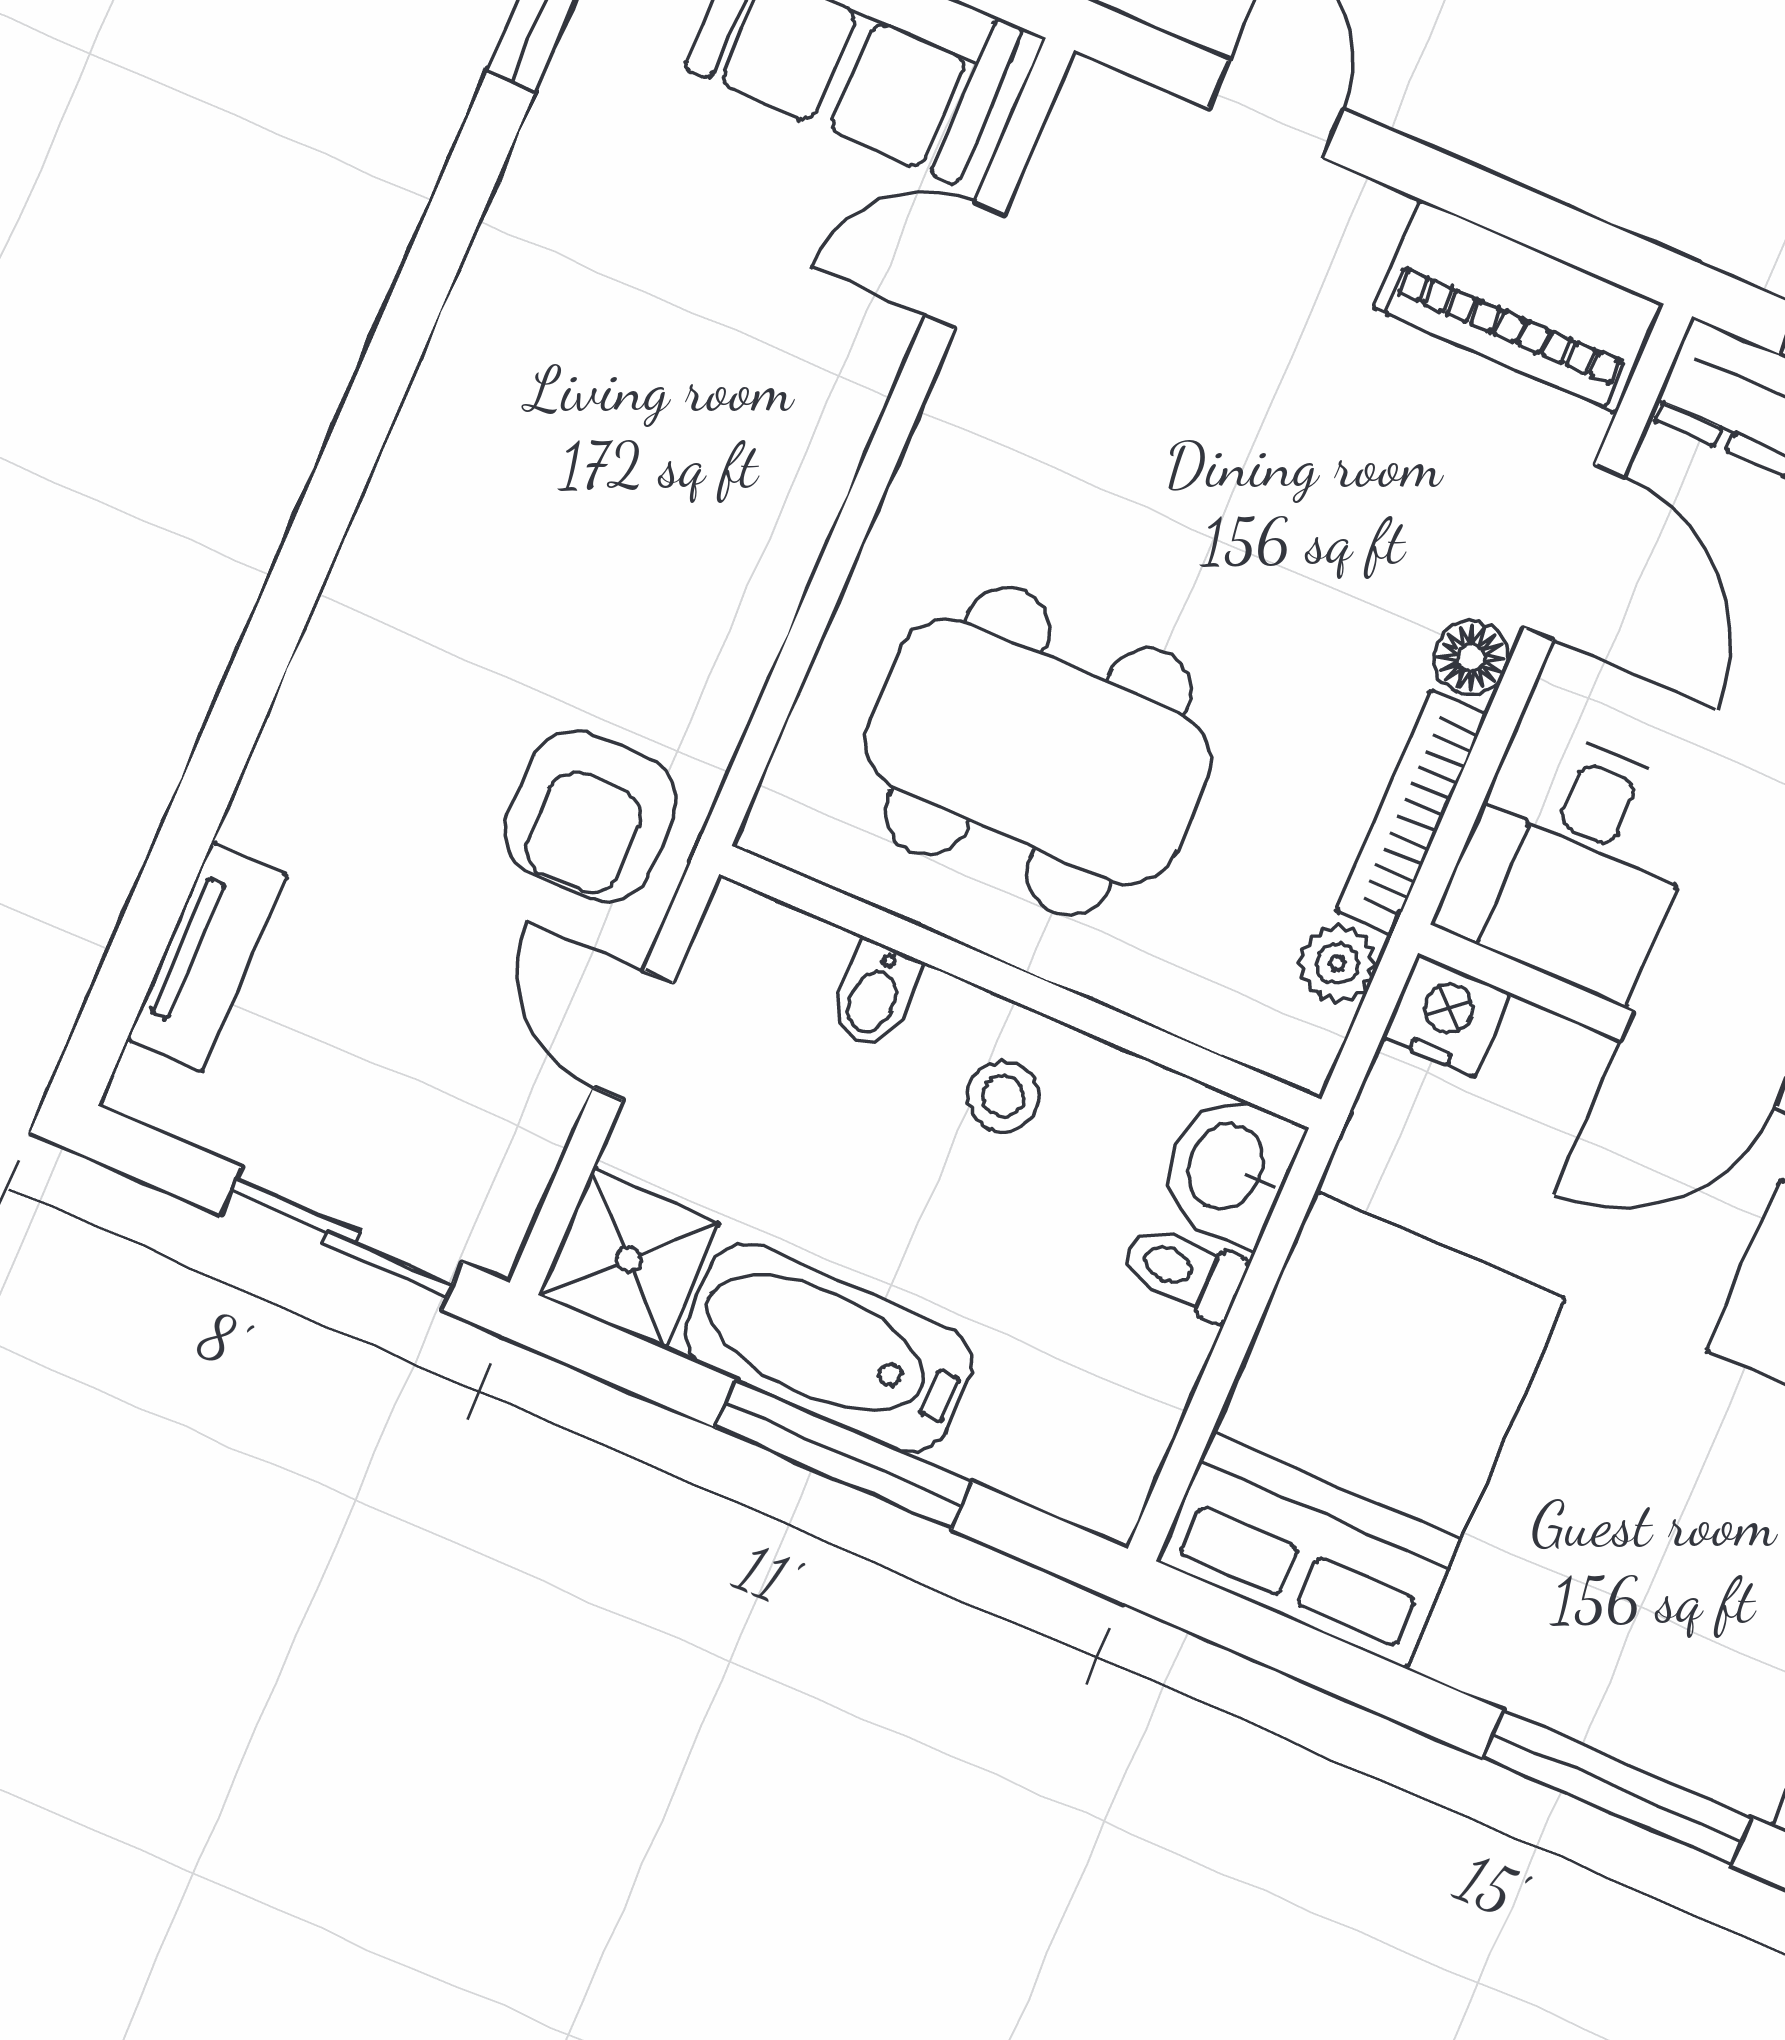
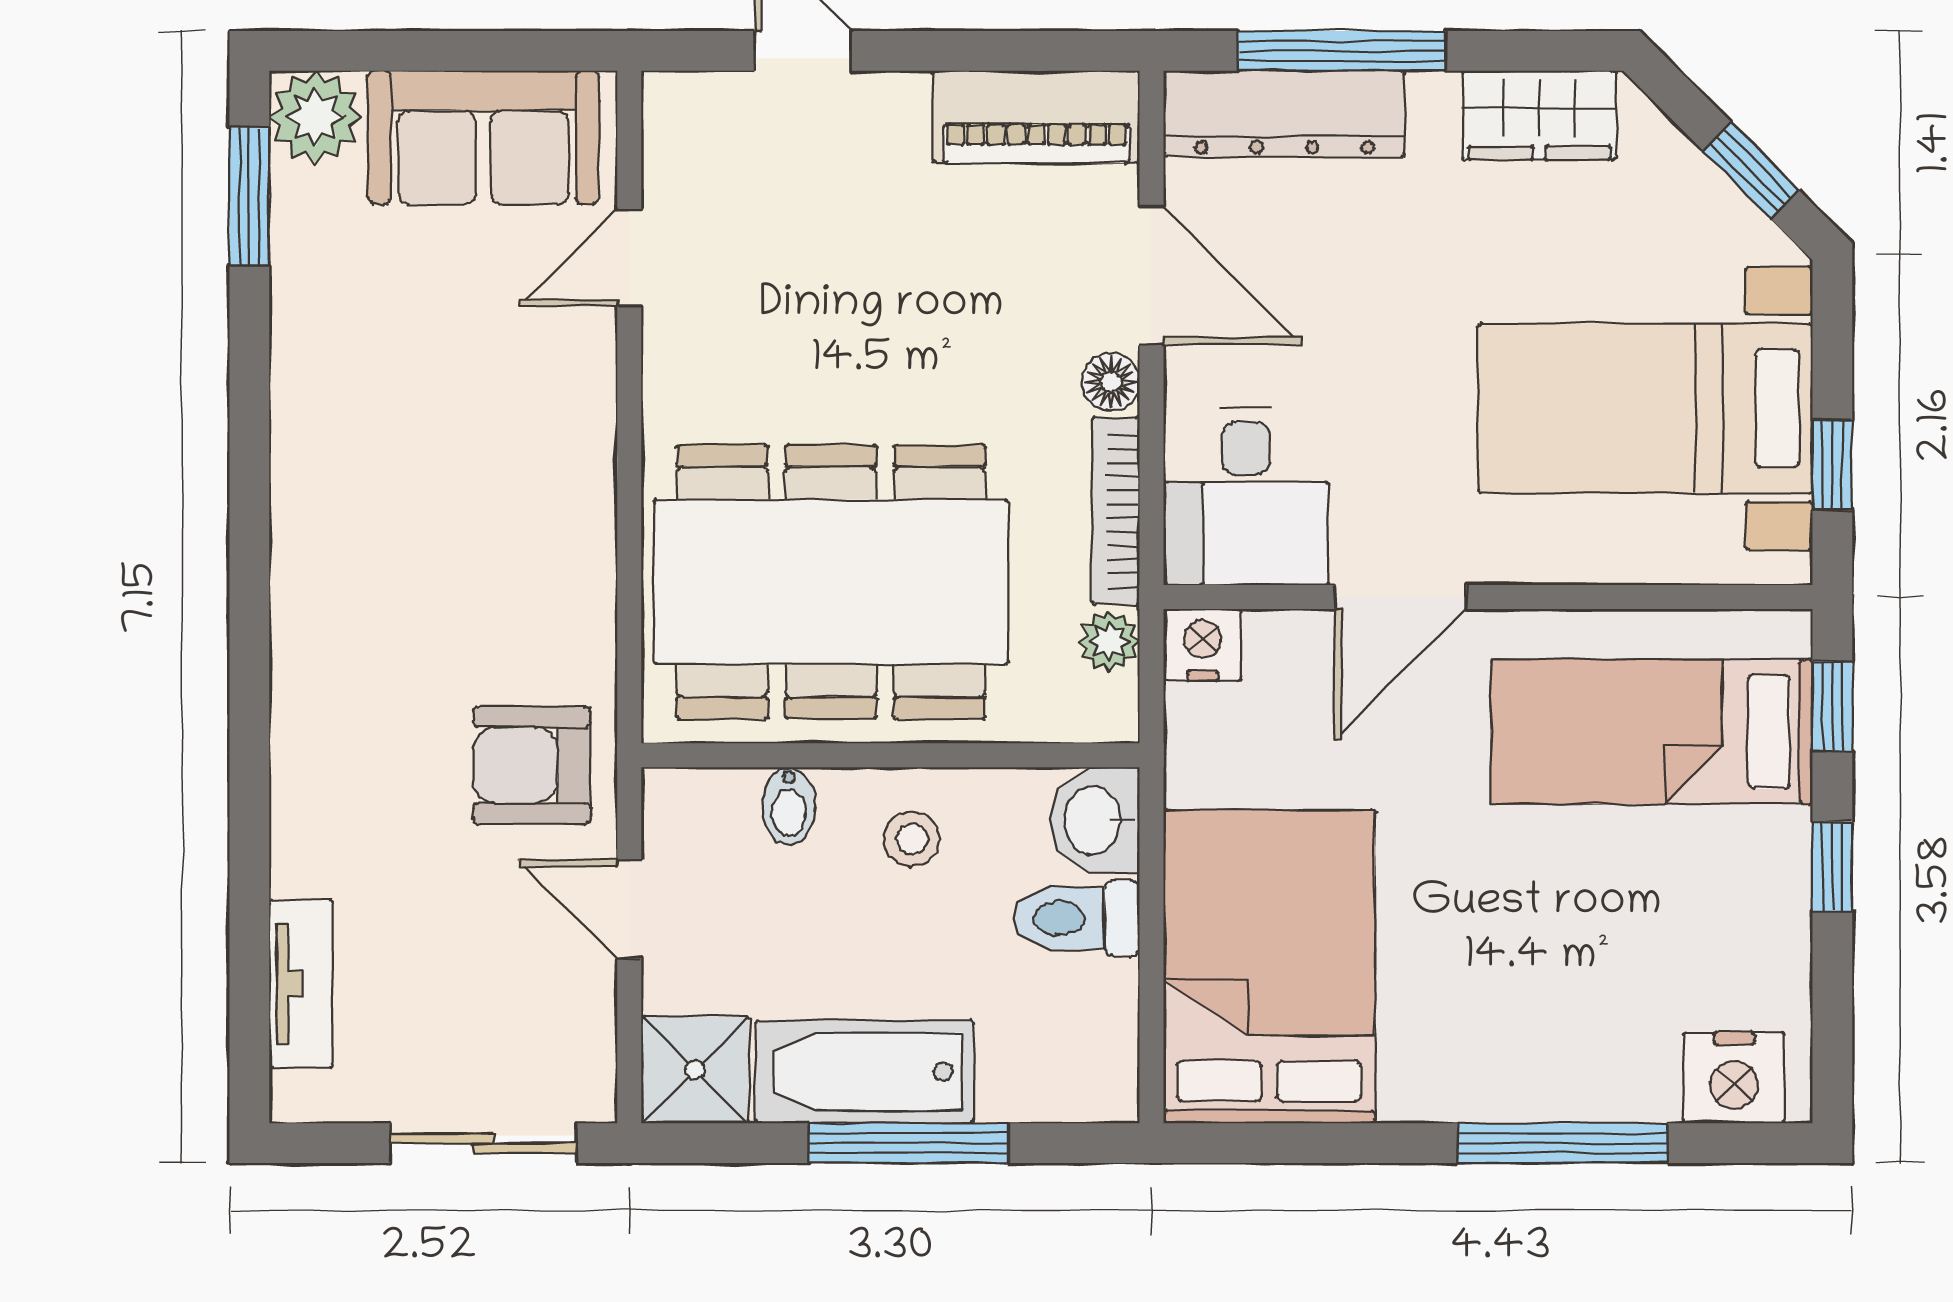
dining table: (1038, 751) -> (831, 582), width x1.36, depth x1.24
armchair: (591, 816) -> (532, 765), turned 90
toilet: (1184, 1271) -> (1077, 918), width x1.37, depth x1.39

